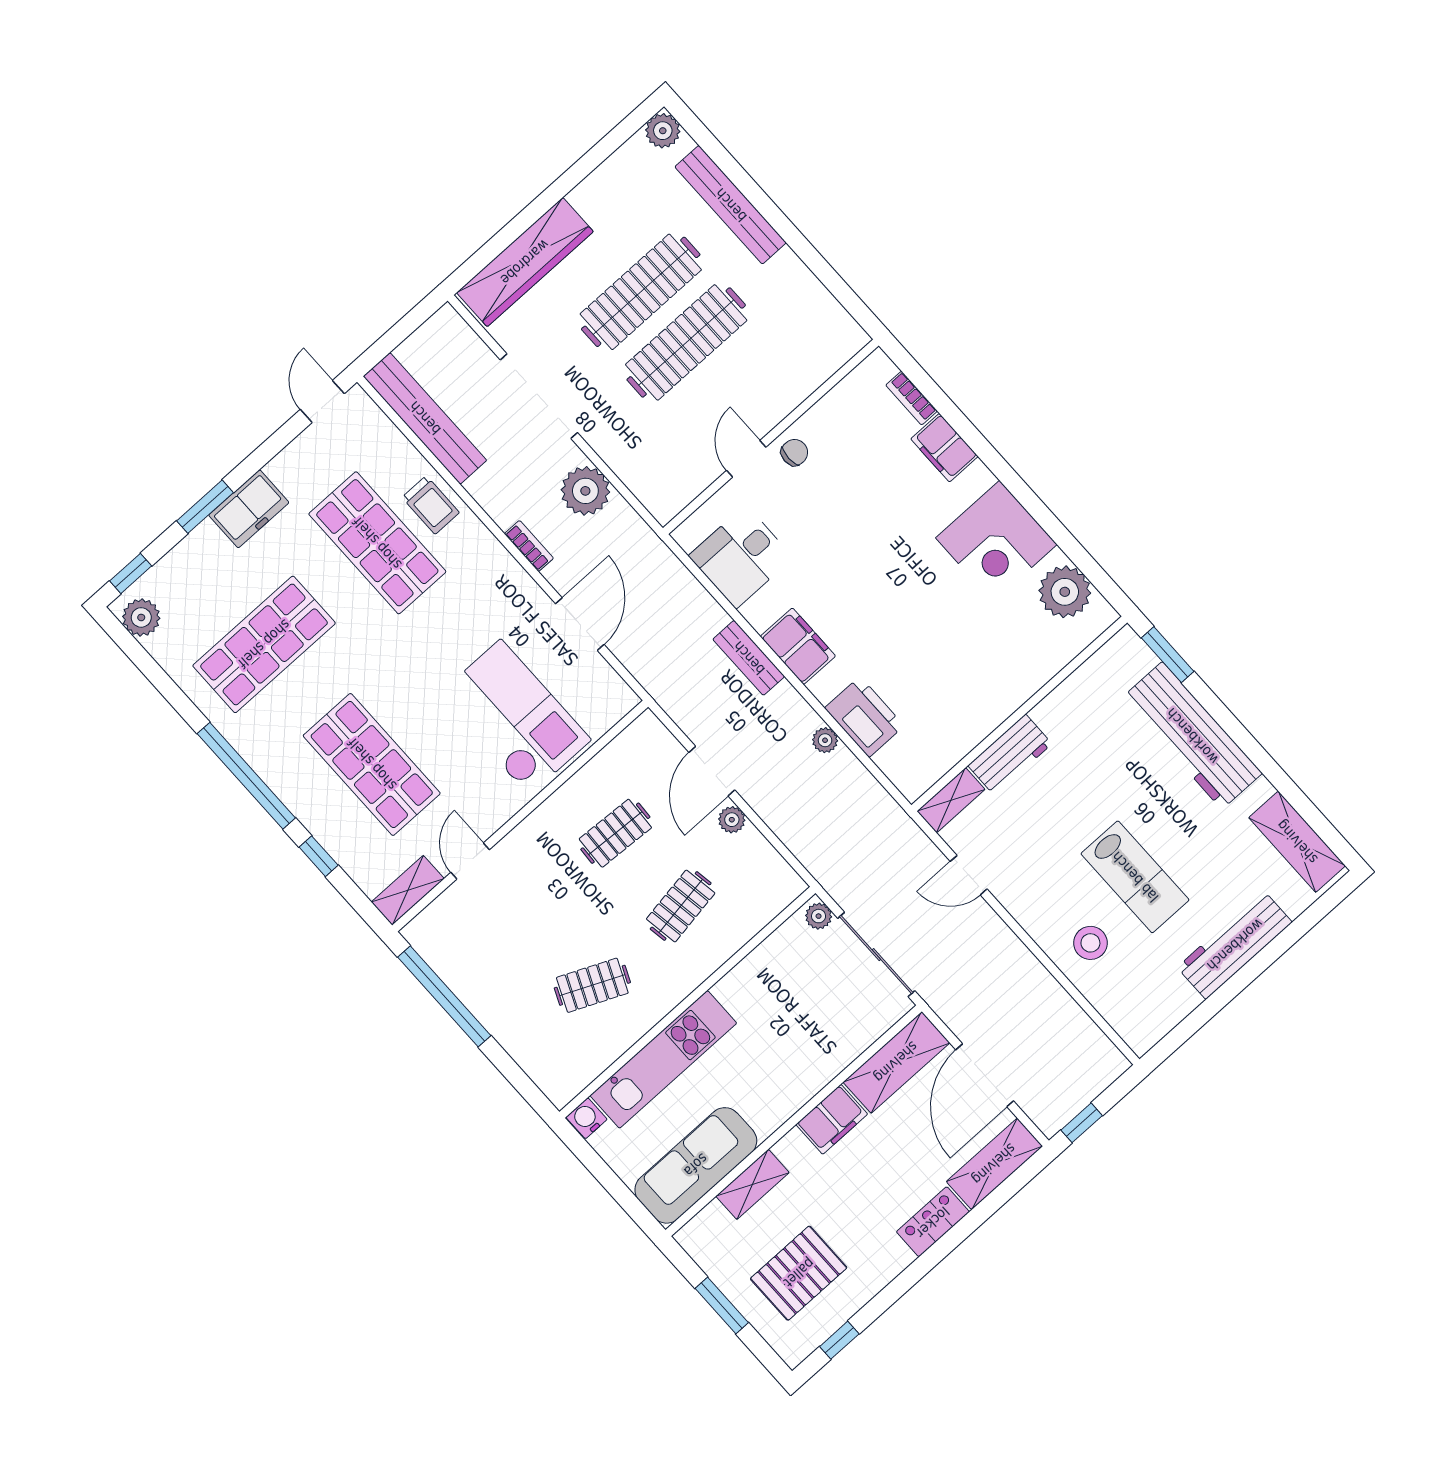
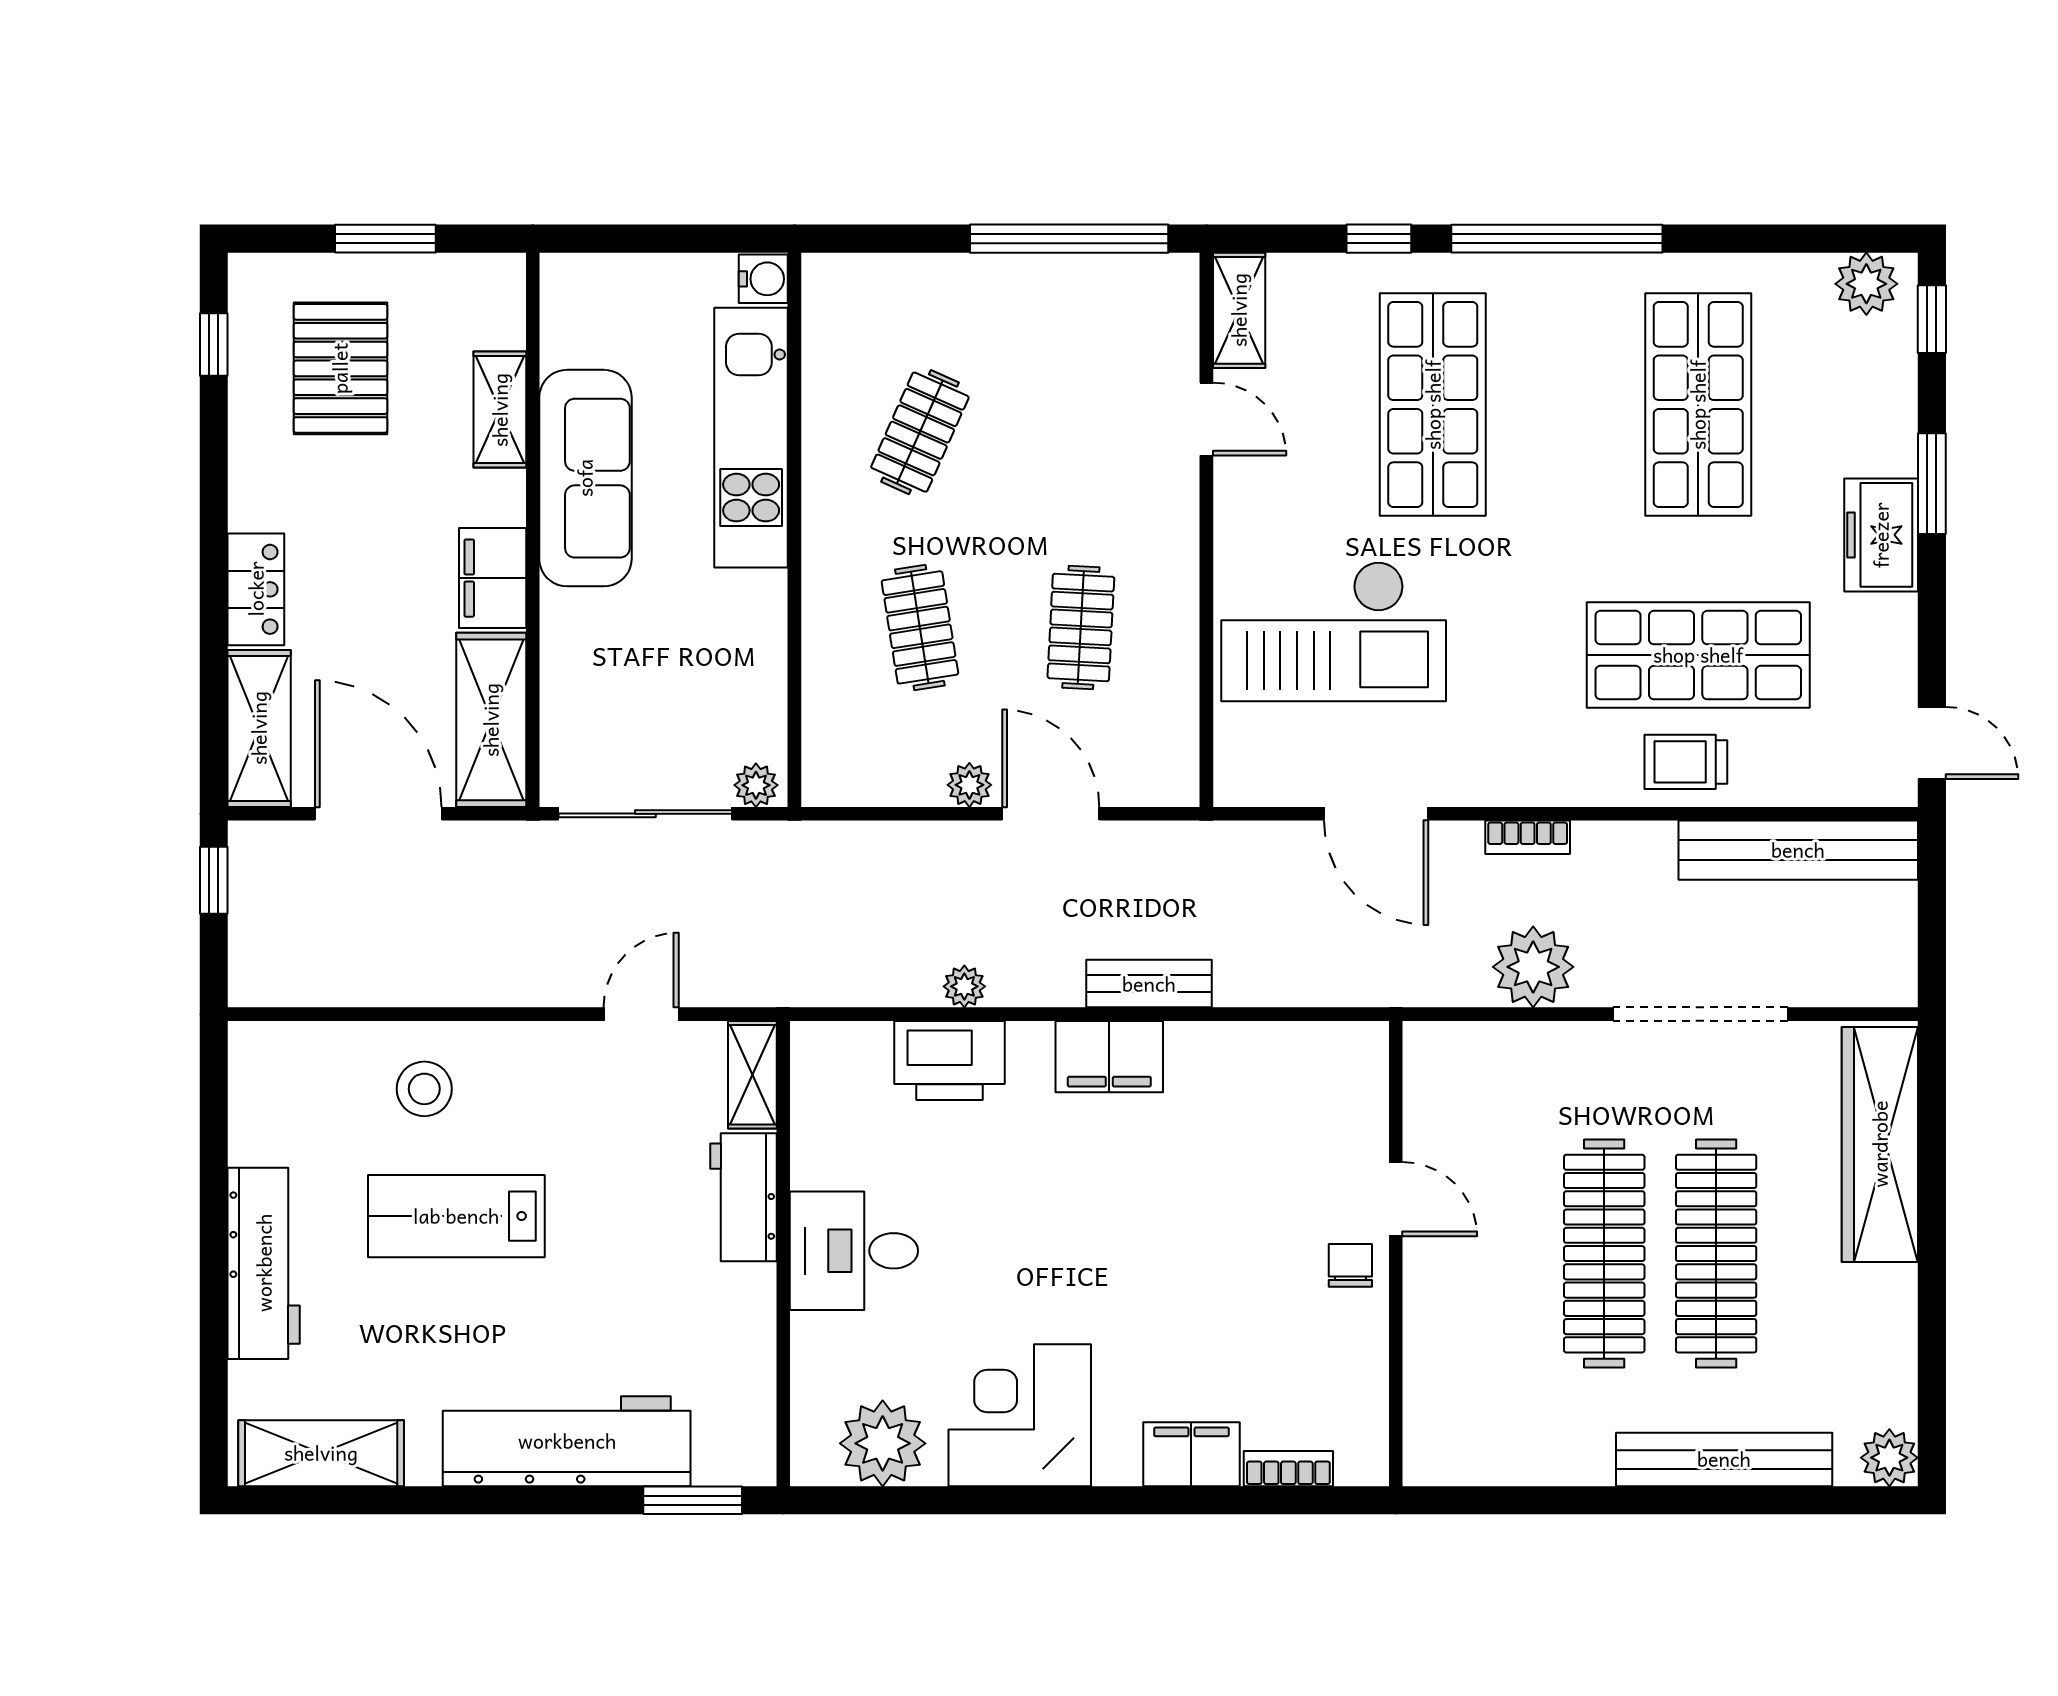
chair: (794, 452) -> (1350, 1265), turned 180
desk: (741, 557) -> (854, 1251), moved, turned -90
shop shelf: (372, 764) -> (1433, 405), turned 90
sofa: (696, 1165) -> (585, 478), moved

